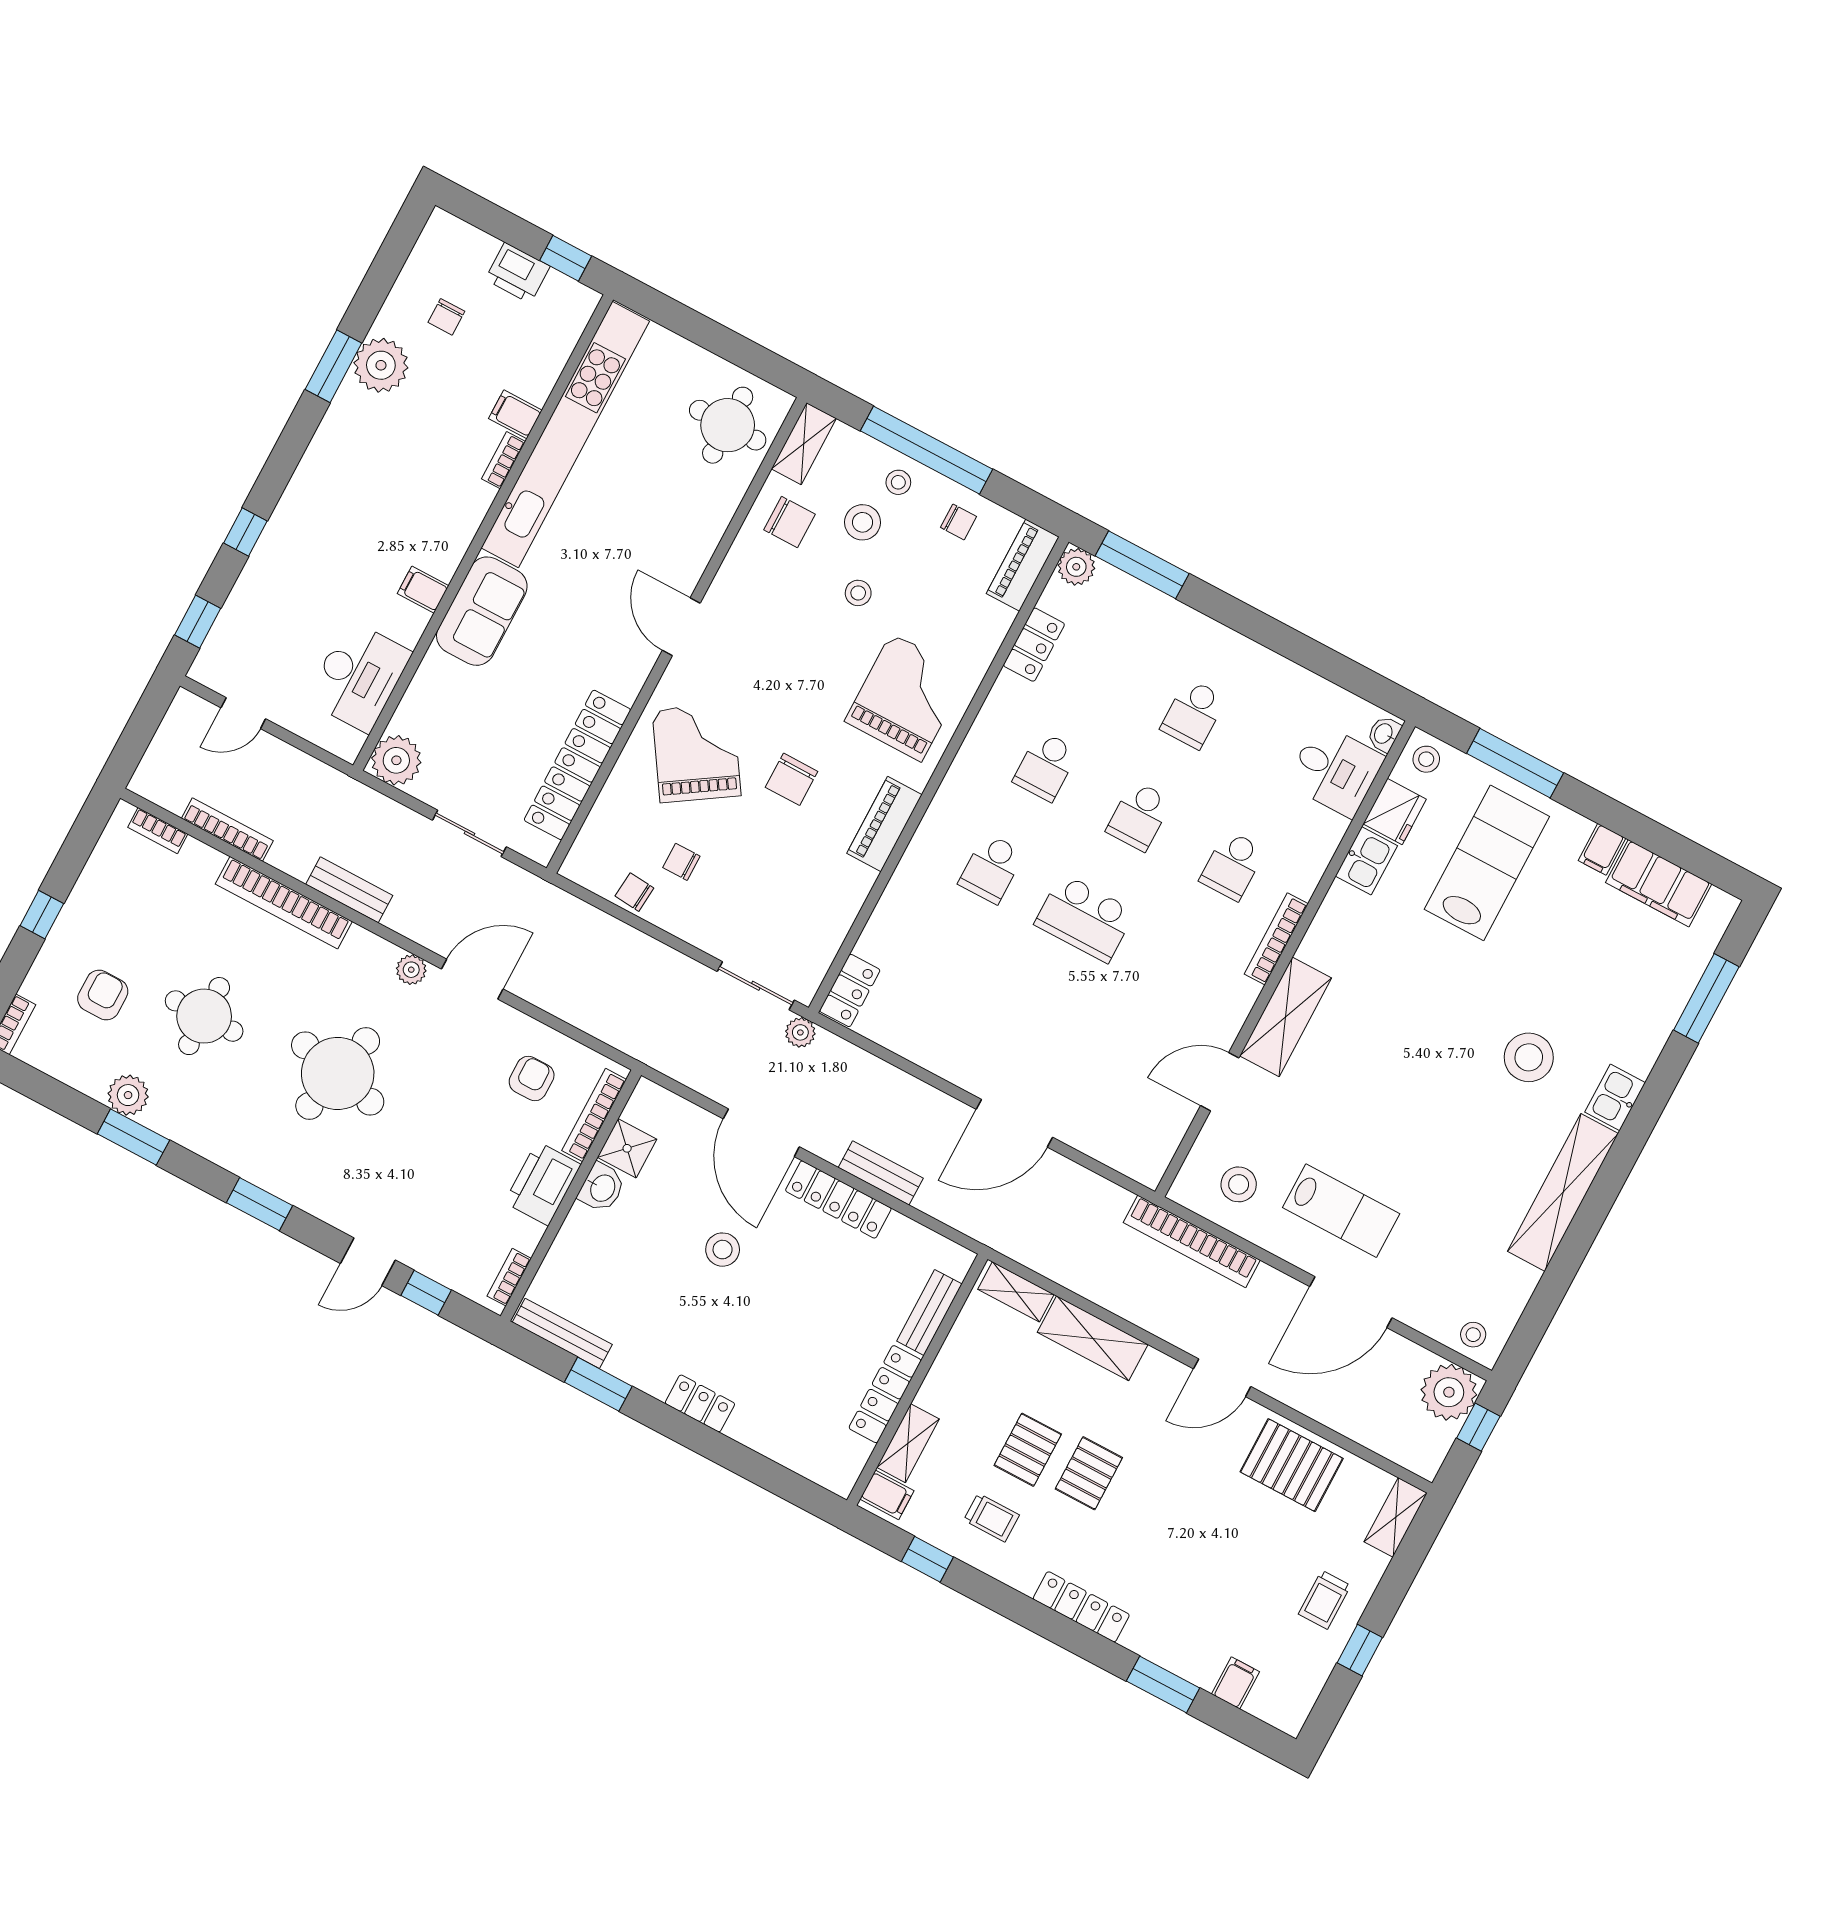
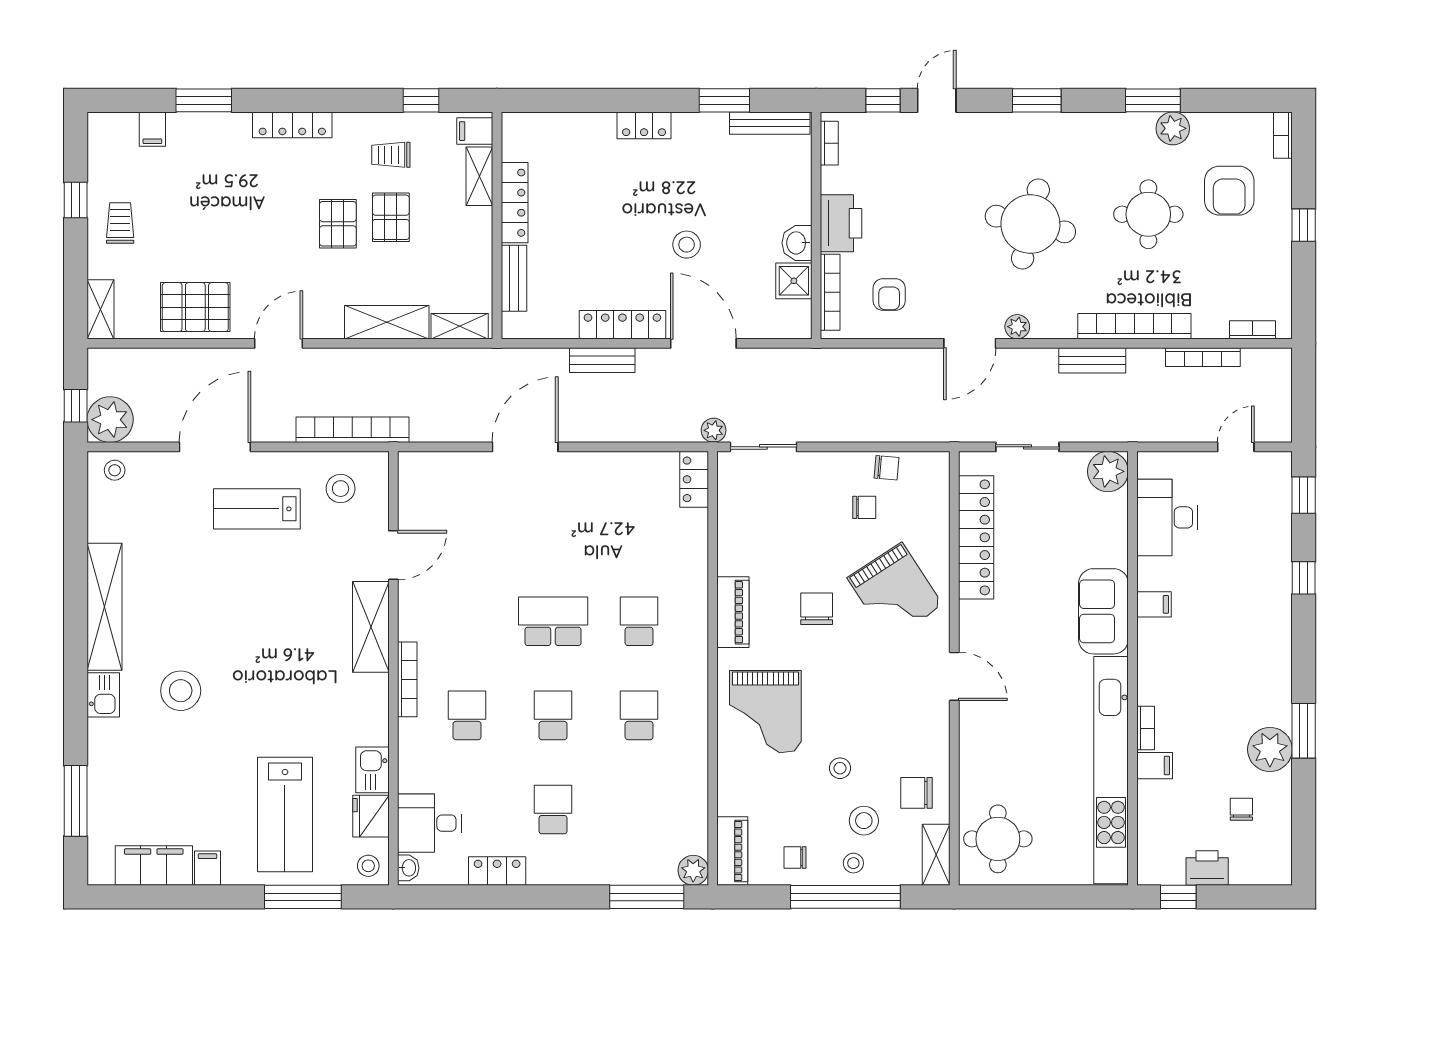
locker: (1034, 645) -> (497, 871), moved, turned 90
armchair: (103, 995) -> (1229, 191), width x1.38, depth x1.38

